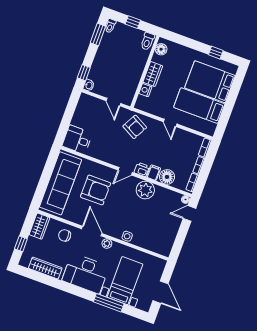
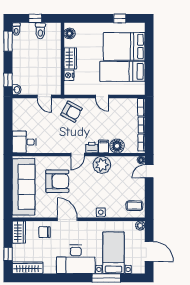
toilet: (147, 41) -> (40, 31), moved
coffee table: (163, 242) -> (134, 206), added
plant: (107, 244) -> (140, 225), moved
wardrobe: (45, 268) -> (28, 268), moved

